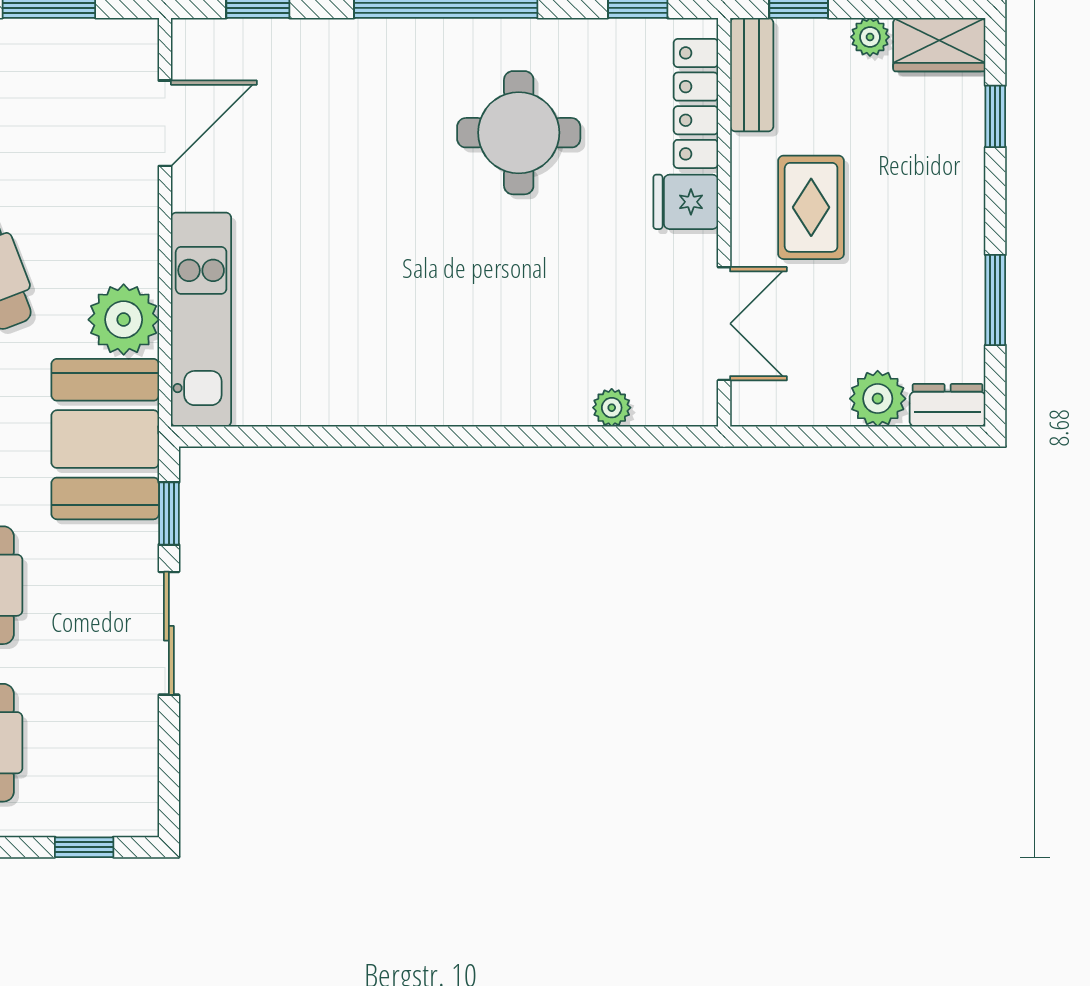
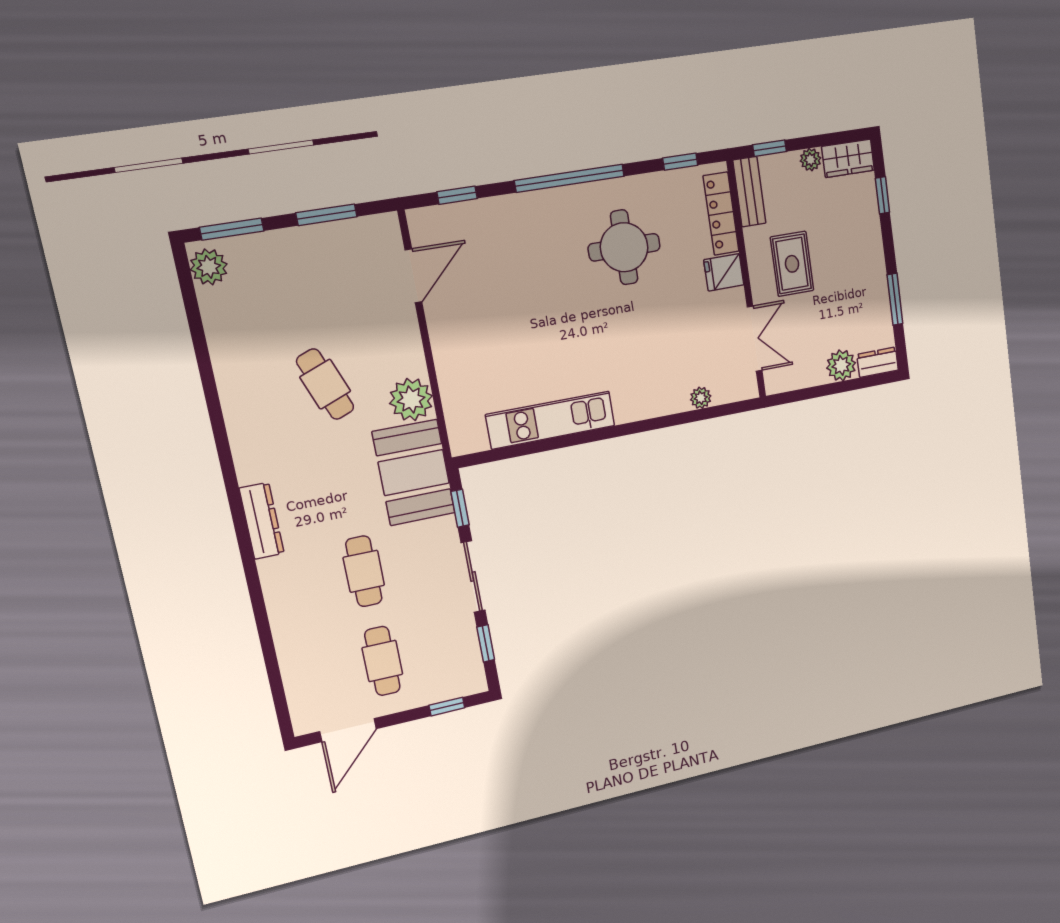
kitchen unit: (201, 320) -> (551, 420), moved, turned -90
window: (169, 753) -> (486, 643), added

